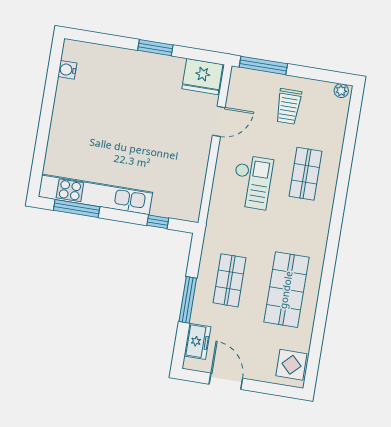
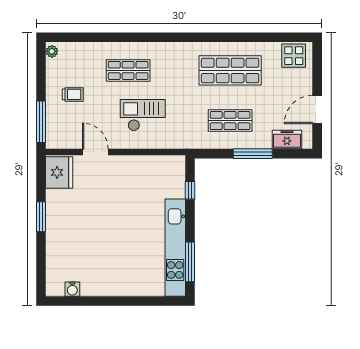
trolley: (289, 106) -> (73, 94), width x0.73, depth x0.72

